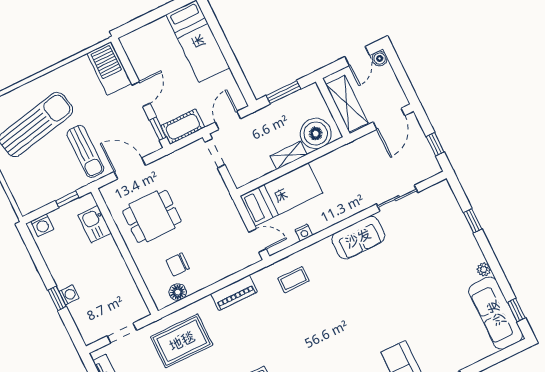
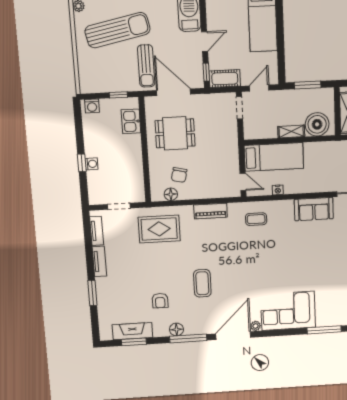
door: (130, 168) -> (174, 92), width x1.36
chair: (178, 264) -> (179, 175), turned -77

